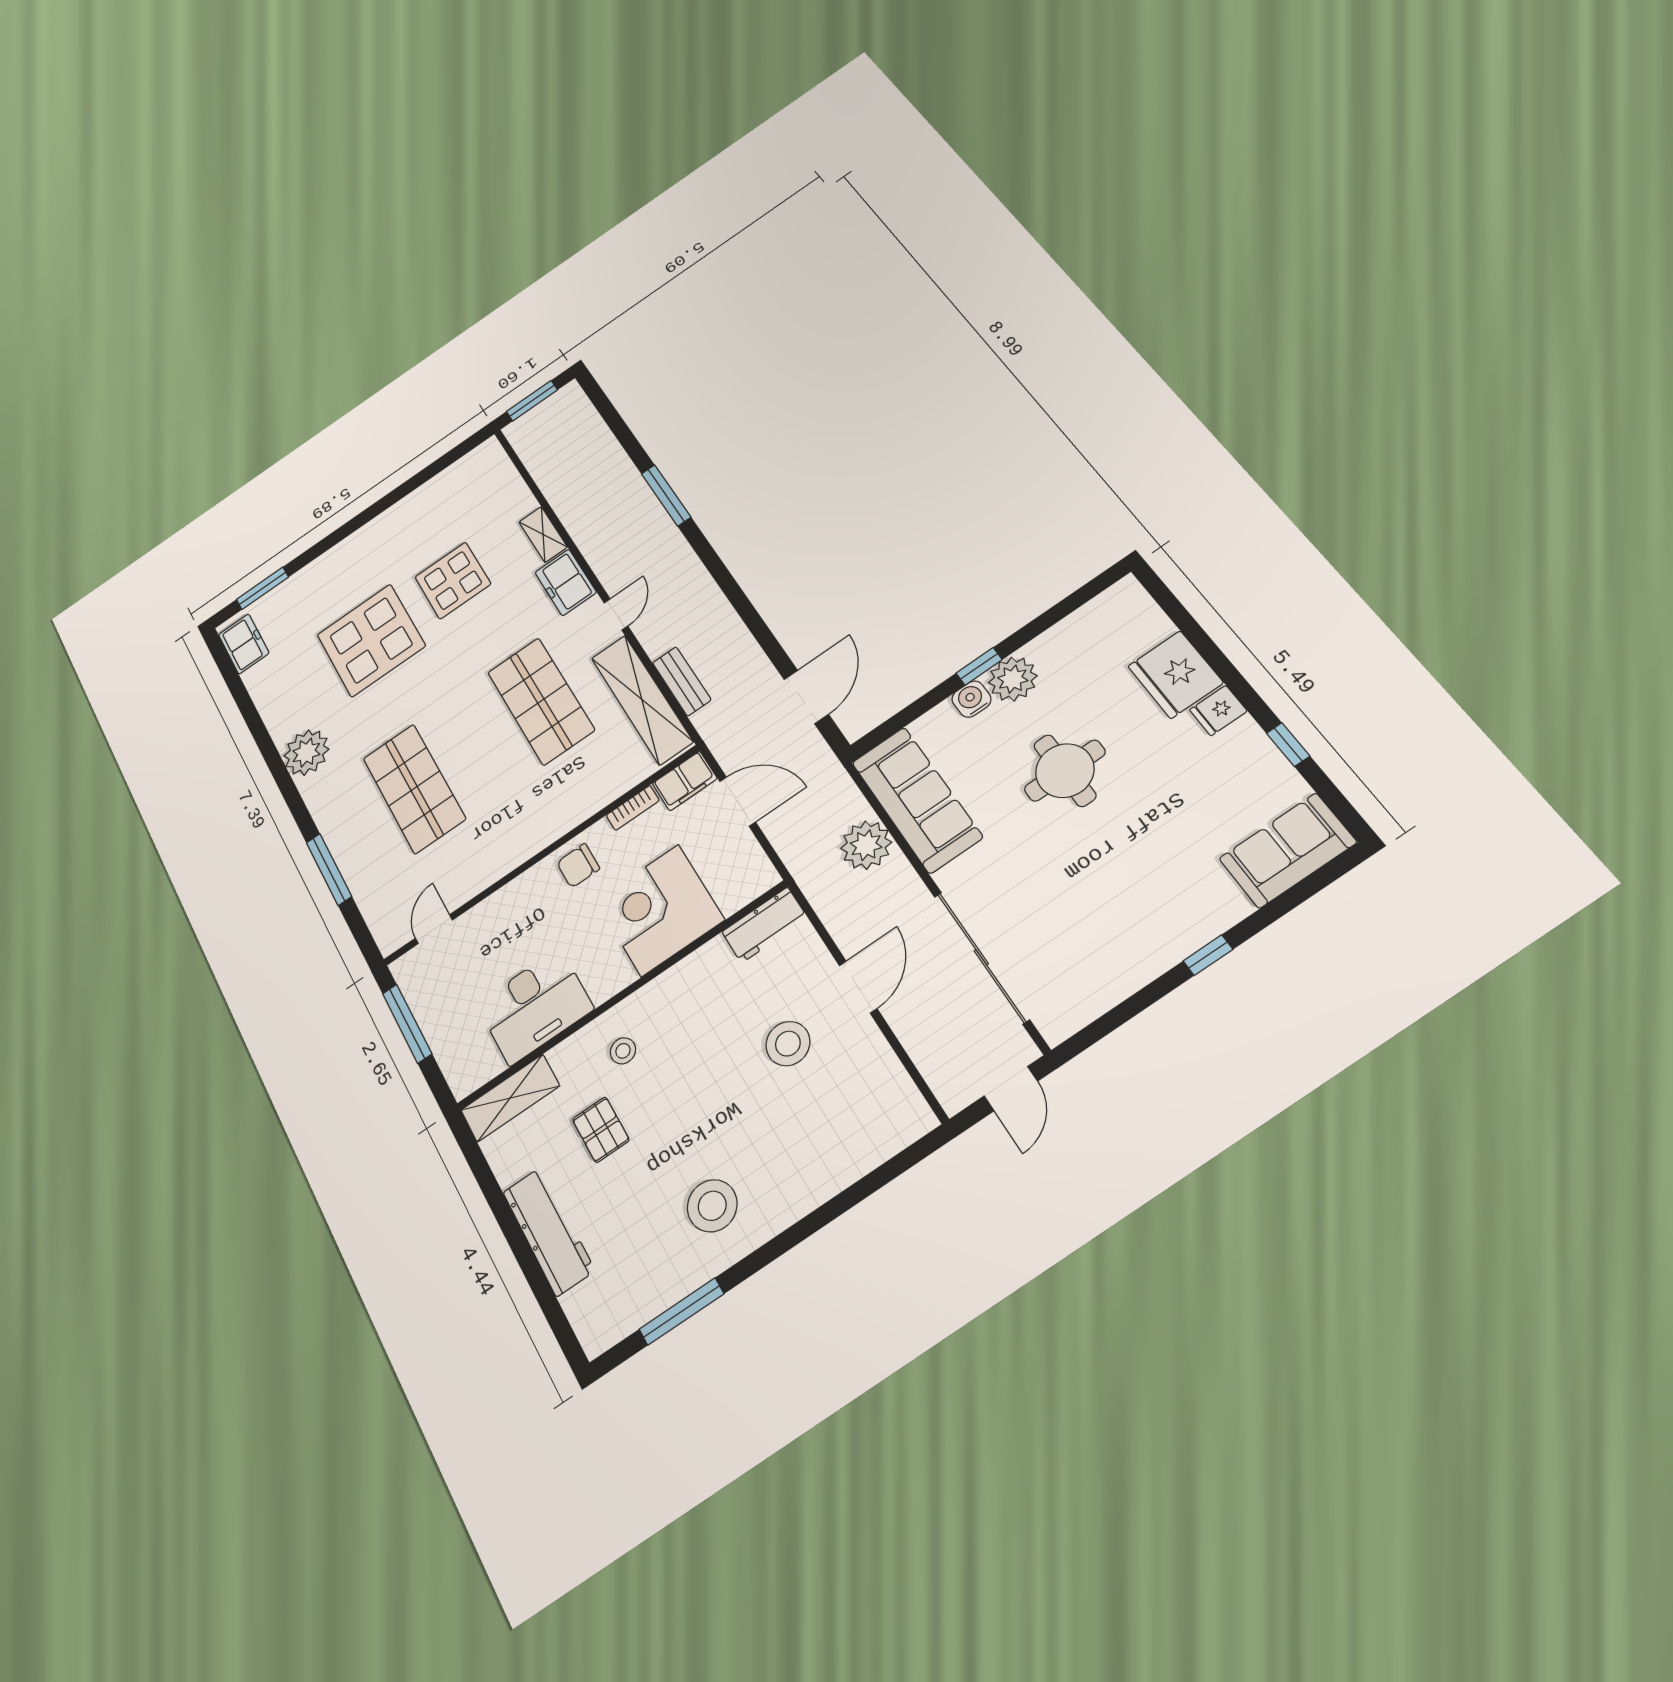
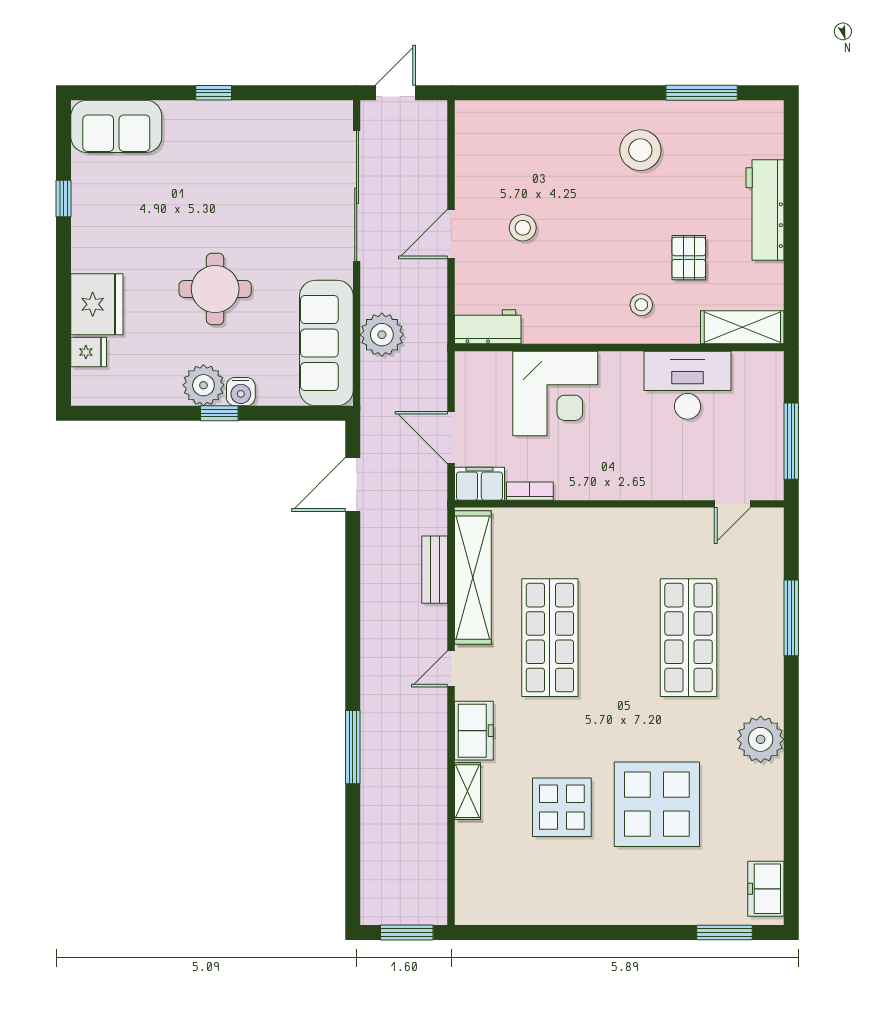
fridge: (1218, 710) -> (89, 352), moved
chair: (578, 866) -> (596, 474), removed
stool: (788, 1044) -> (523, 228), width x0.73, depth x0.73

